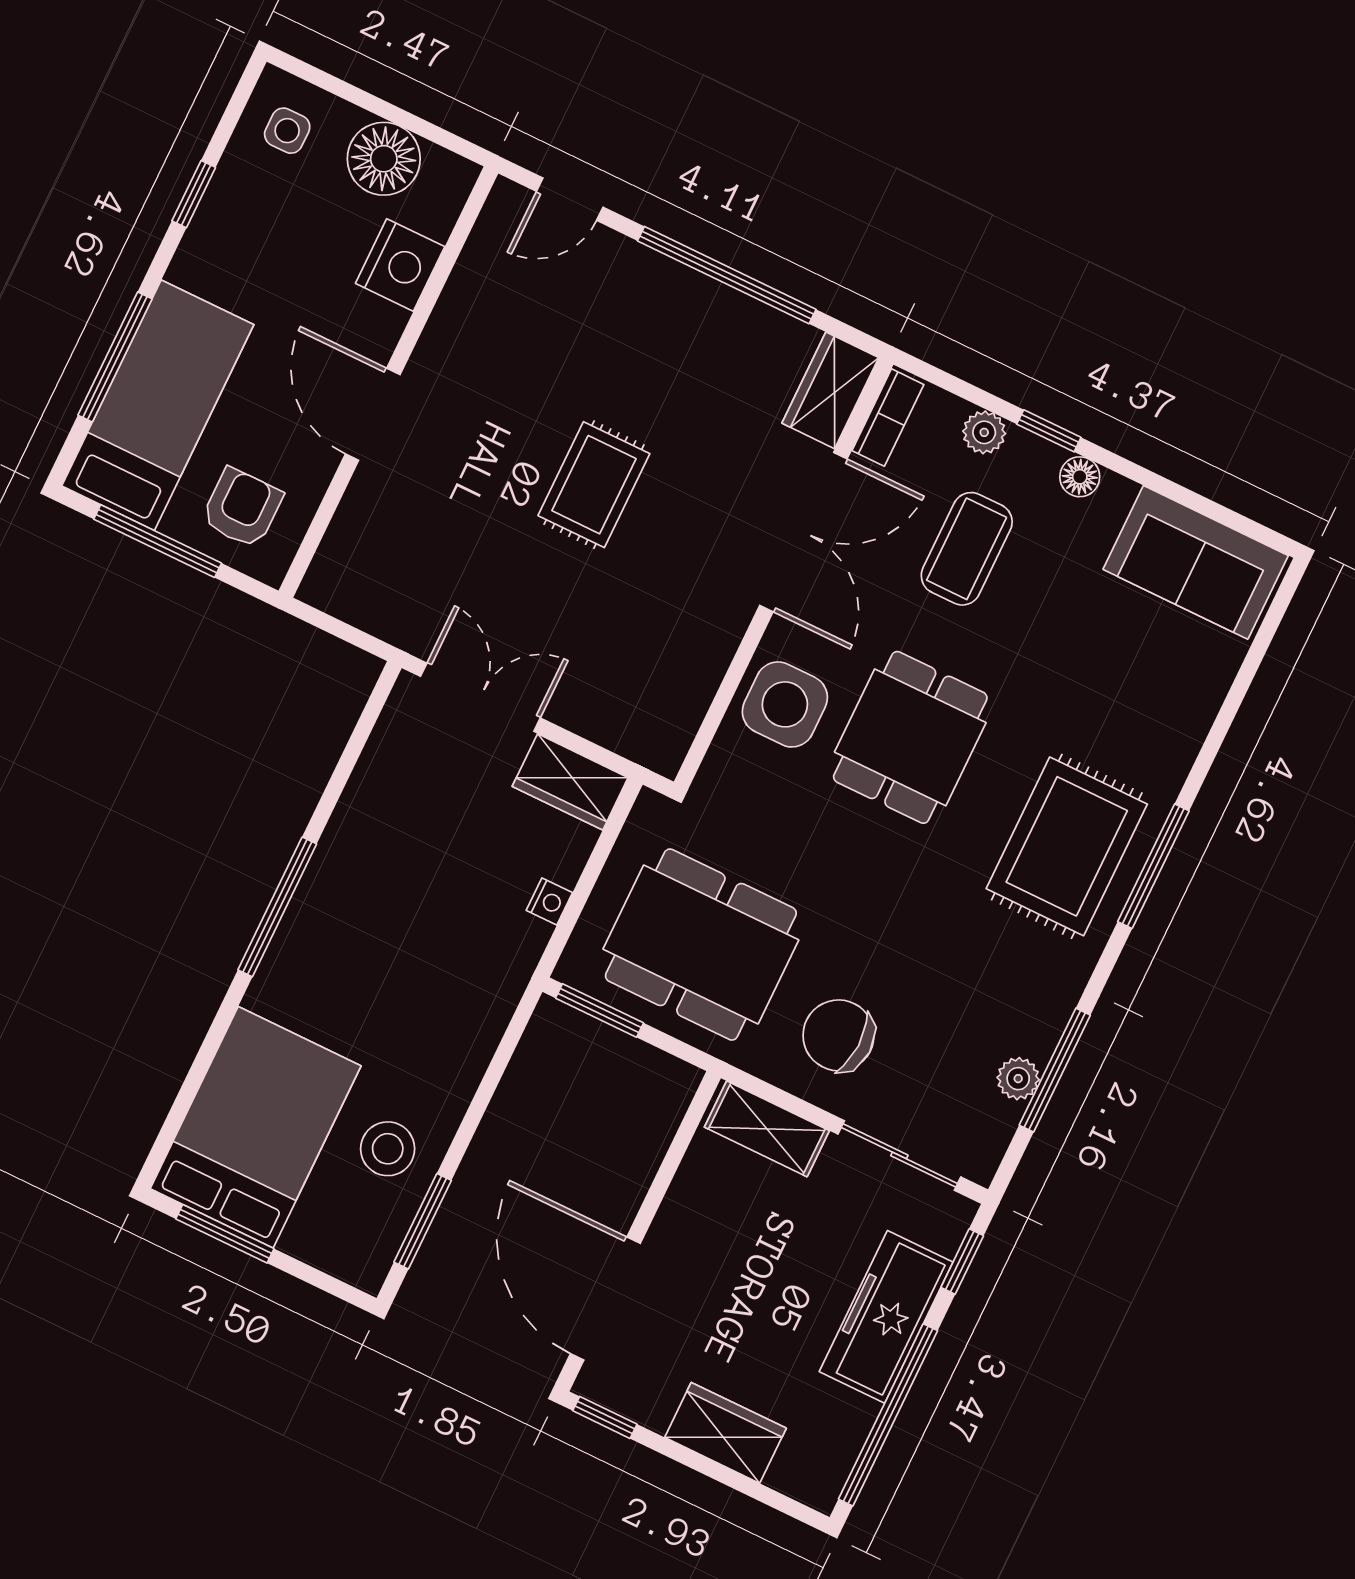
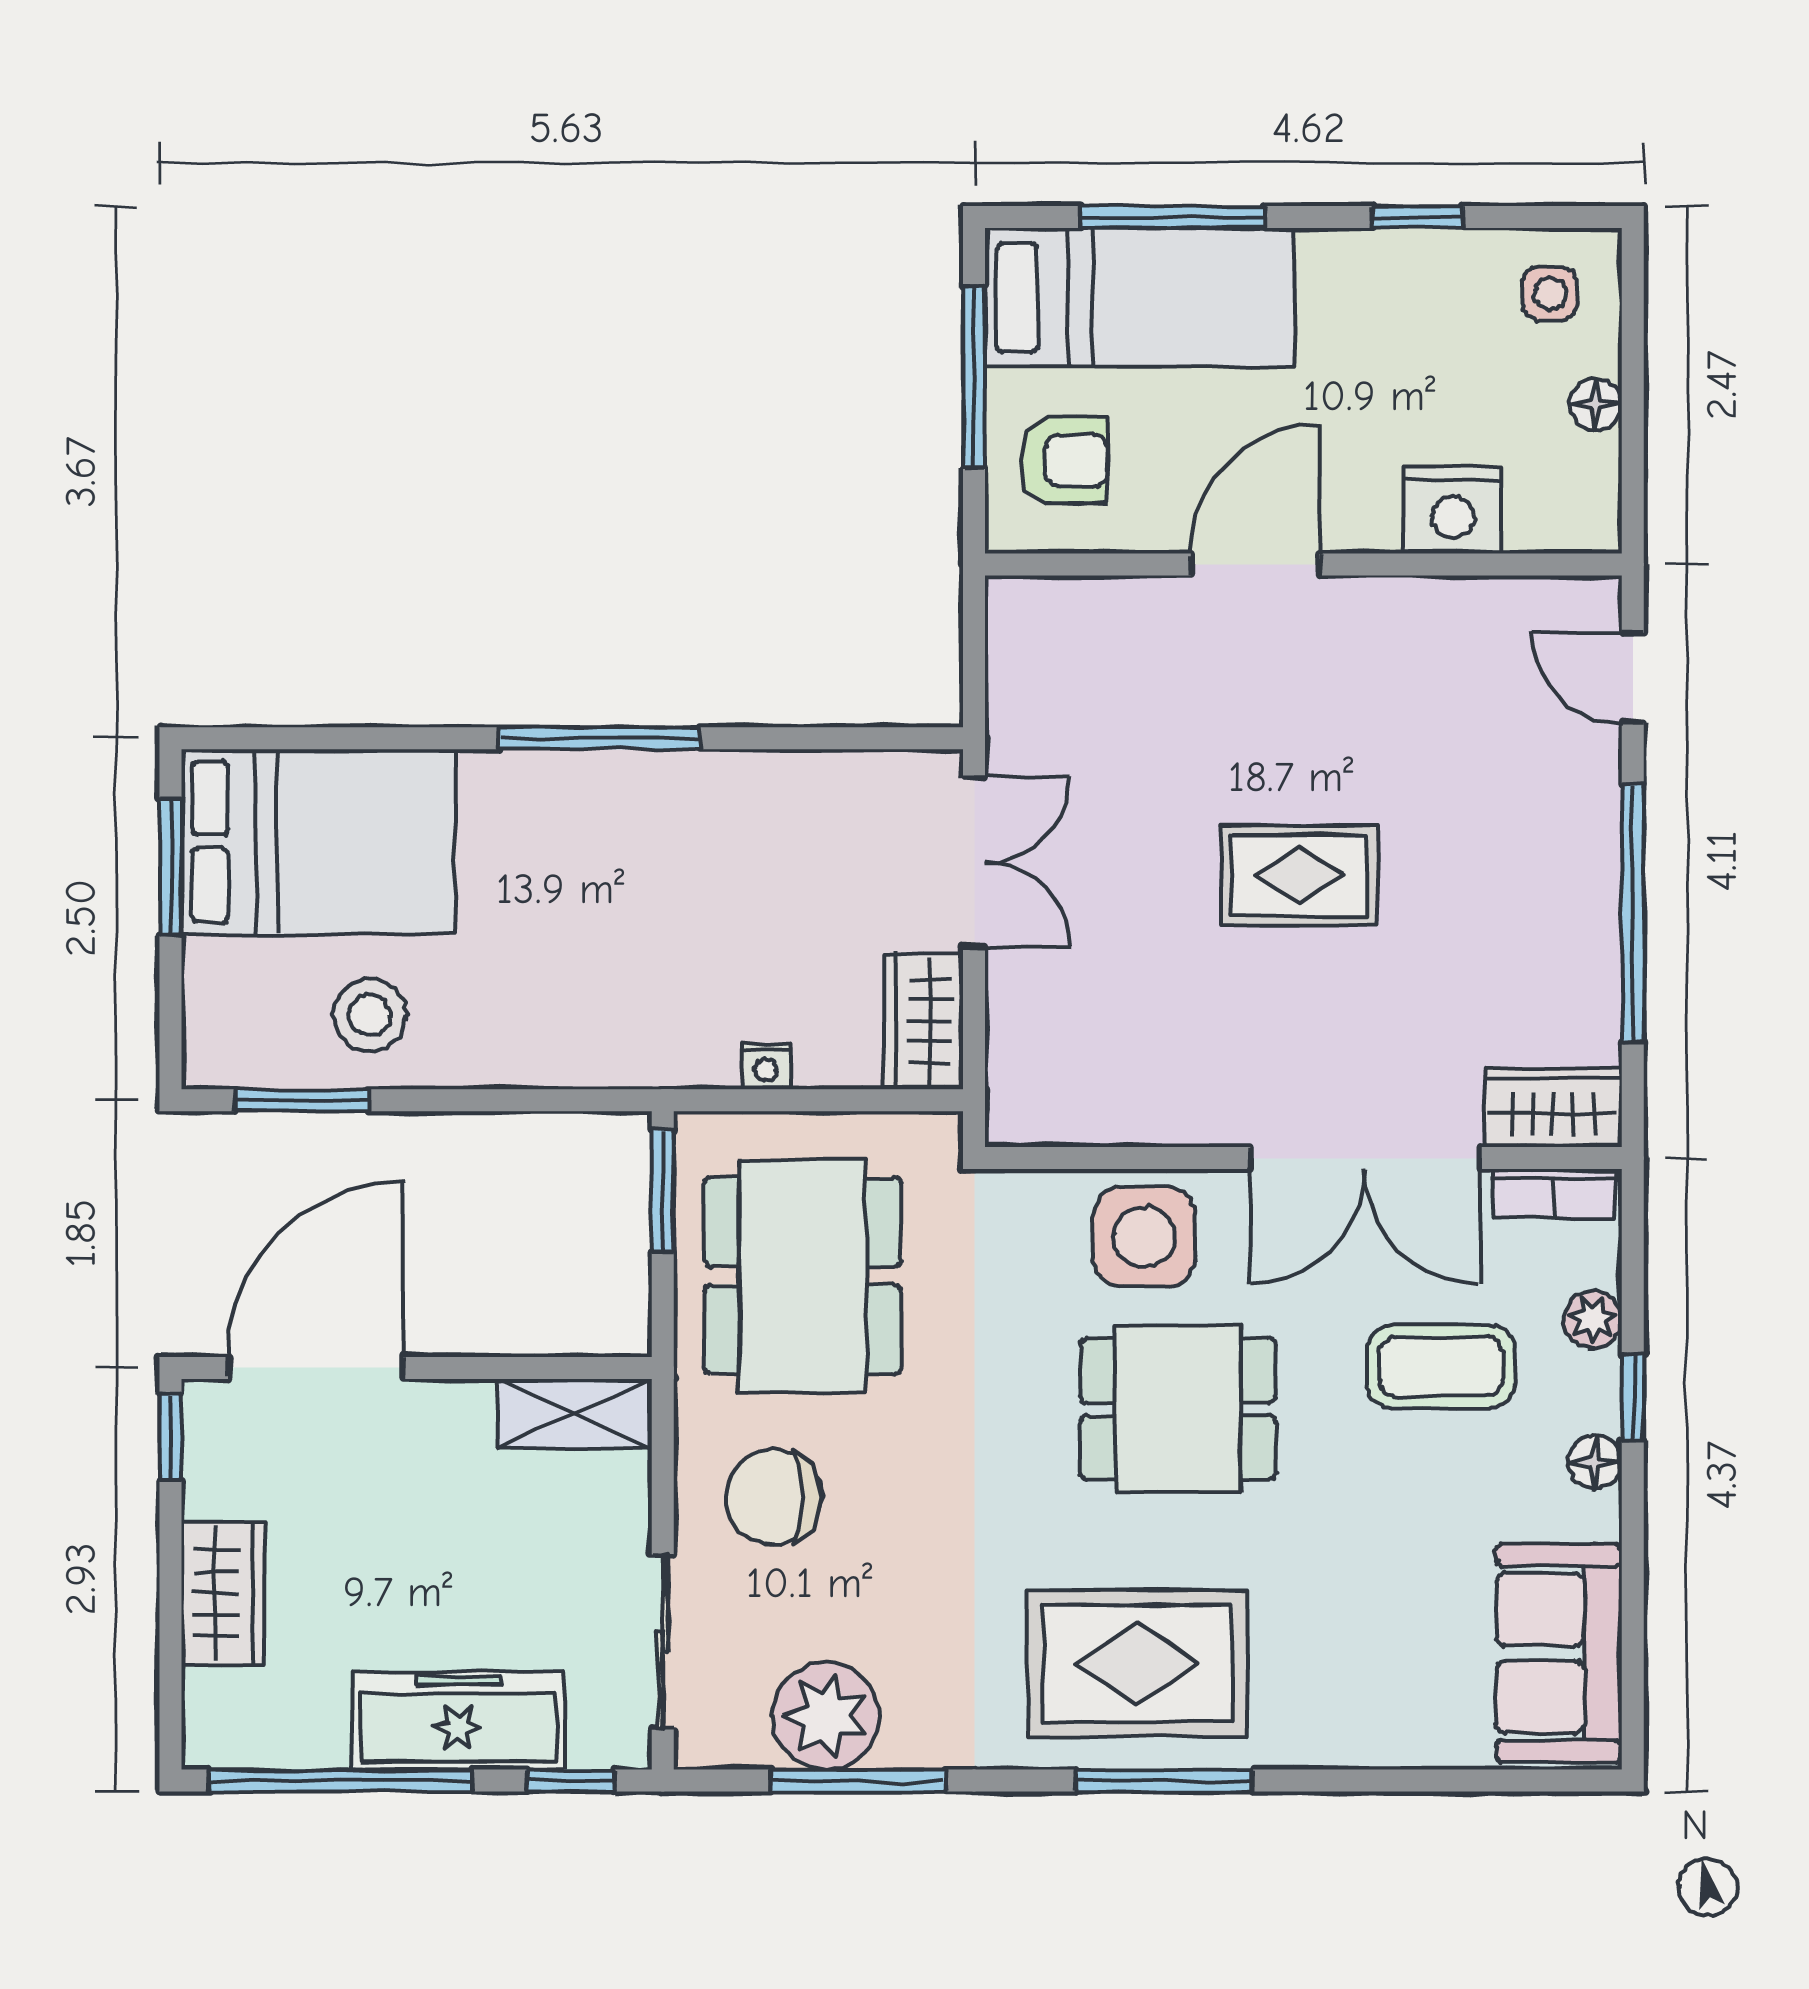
floor lamp: (384, 159) -> (1596, 404), width x0.53, depth x0.53
chair: (839, 1035) -> (773, 1497), turned -92
plant: (1018, 1079) -> (826, 1716), width x1.87, depth x1.87
shelving: (767, 1129) -> (575, 1414), moved, turned 90

